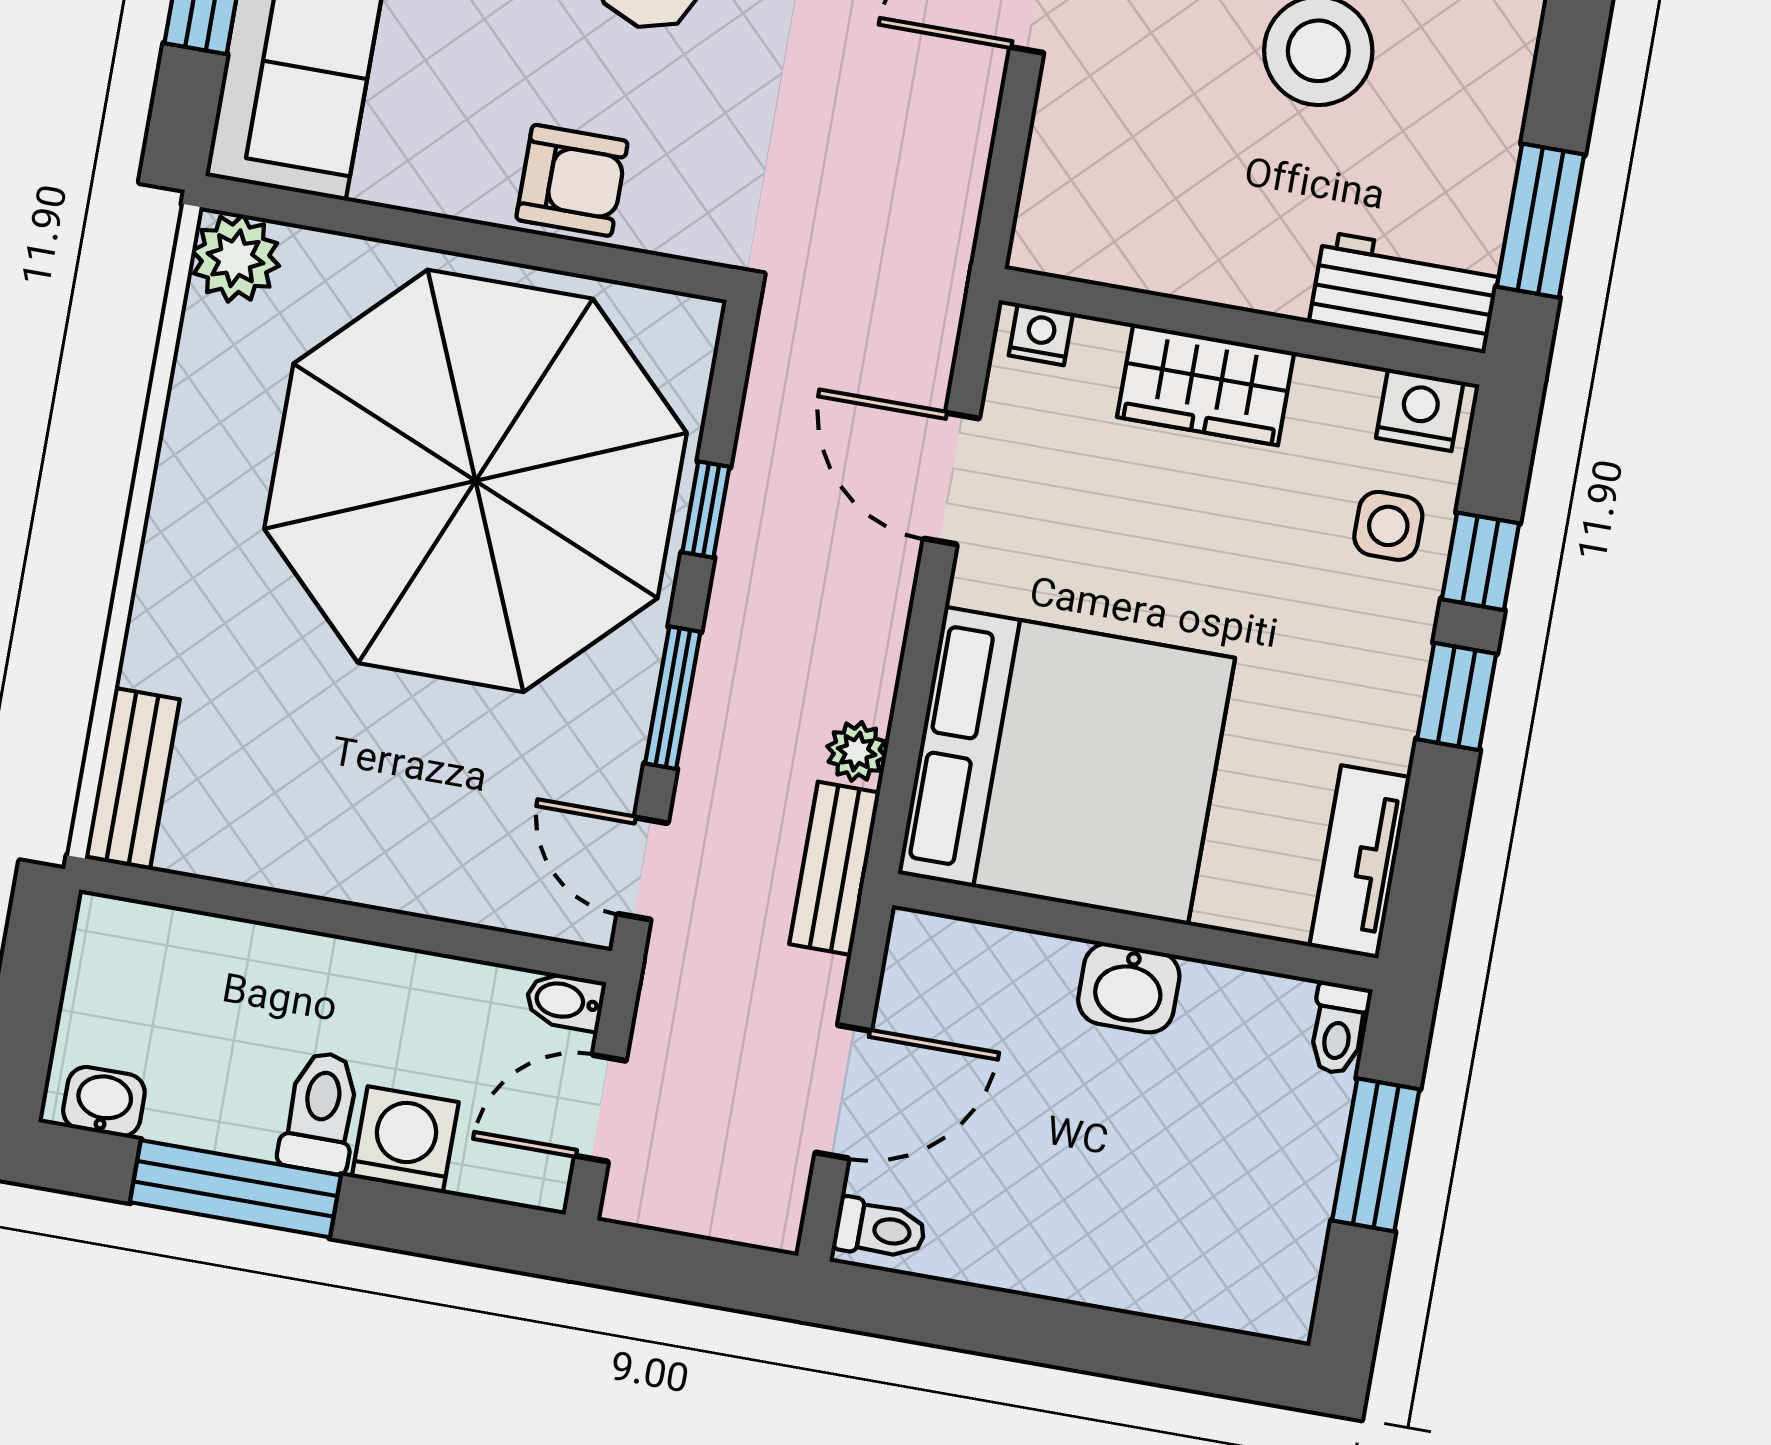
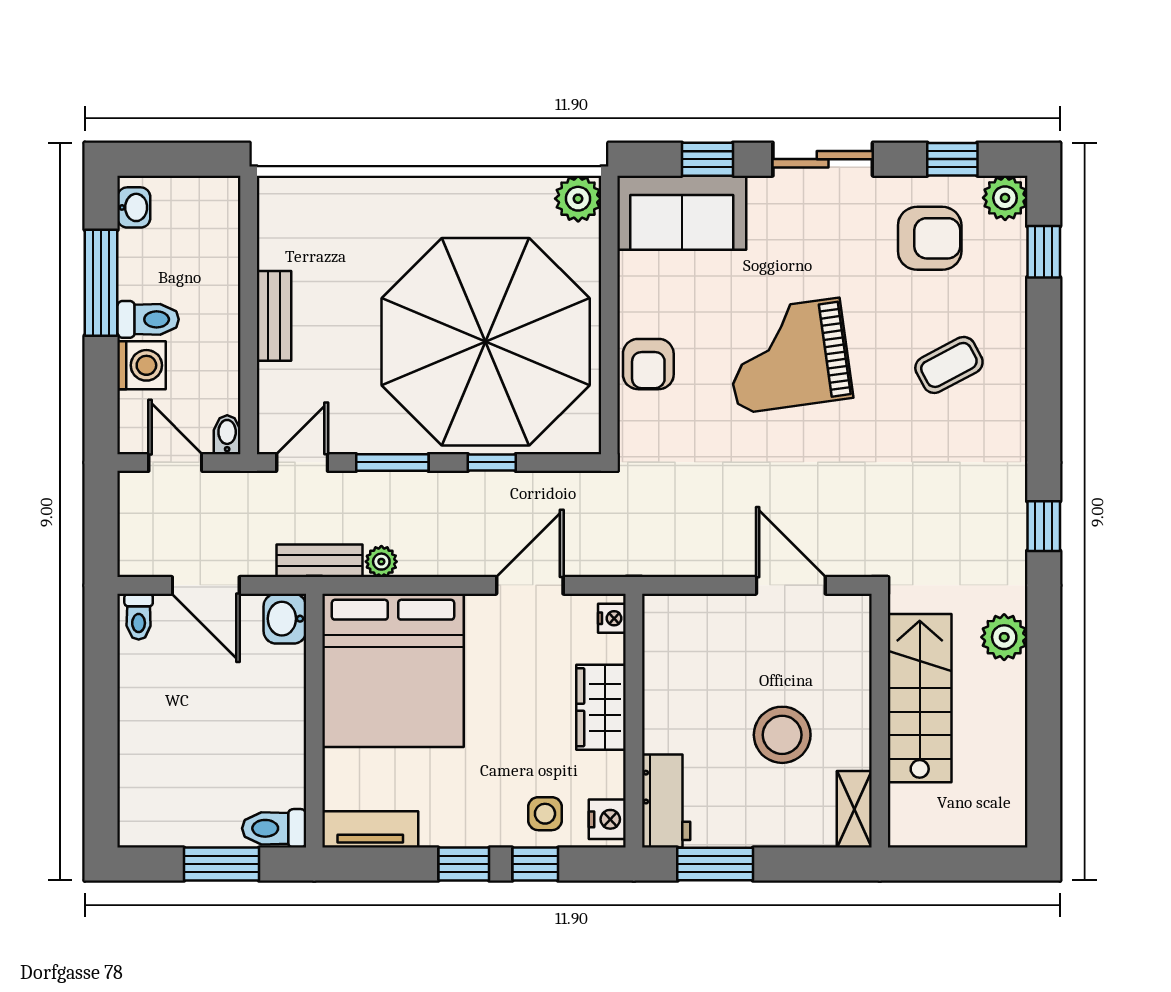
bench: (132, 779) -> (274, 316), moved, turned 90
washbasin: (1129, 988) -> (285, 619), moved
toilet: (1339, 1028) -> (274, 828), width x1.37, depth x1.39

